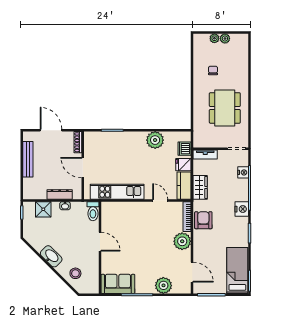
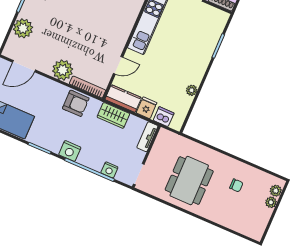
plant: (225, 38) -> (276, 191), moved
dining table: (225, 108) -> (189, 181), turned 90
plant: (155, 140) -> (192, 90), width x0.53, depth x0.53

